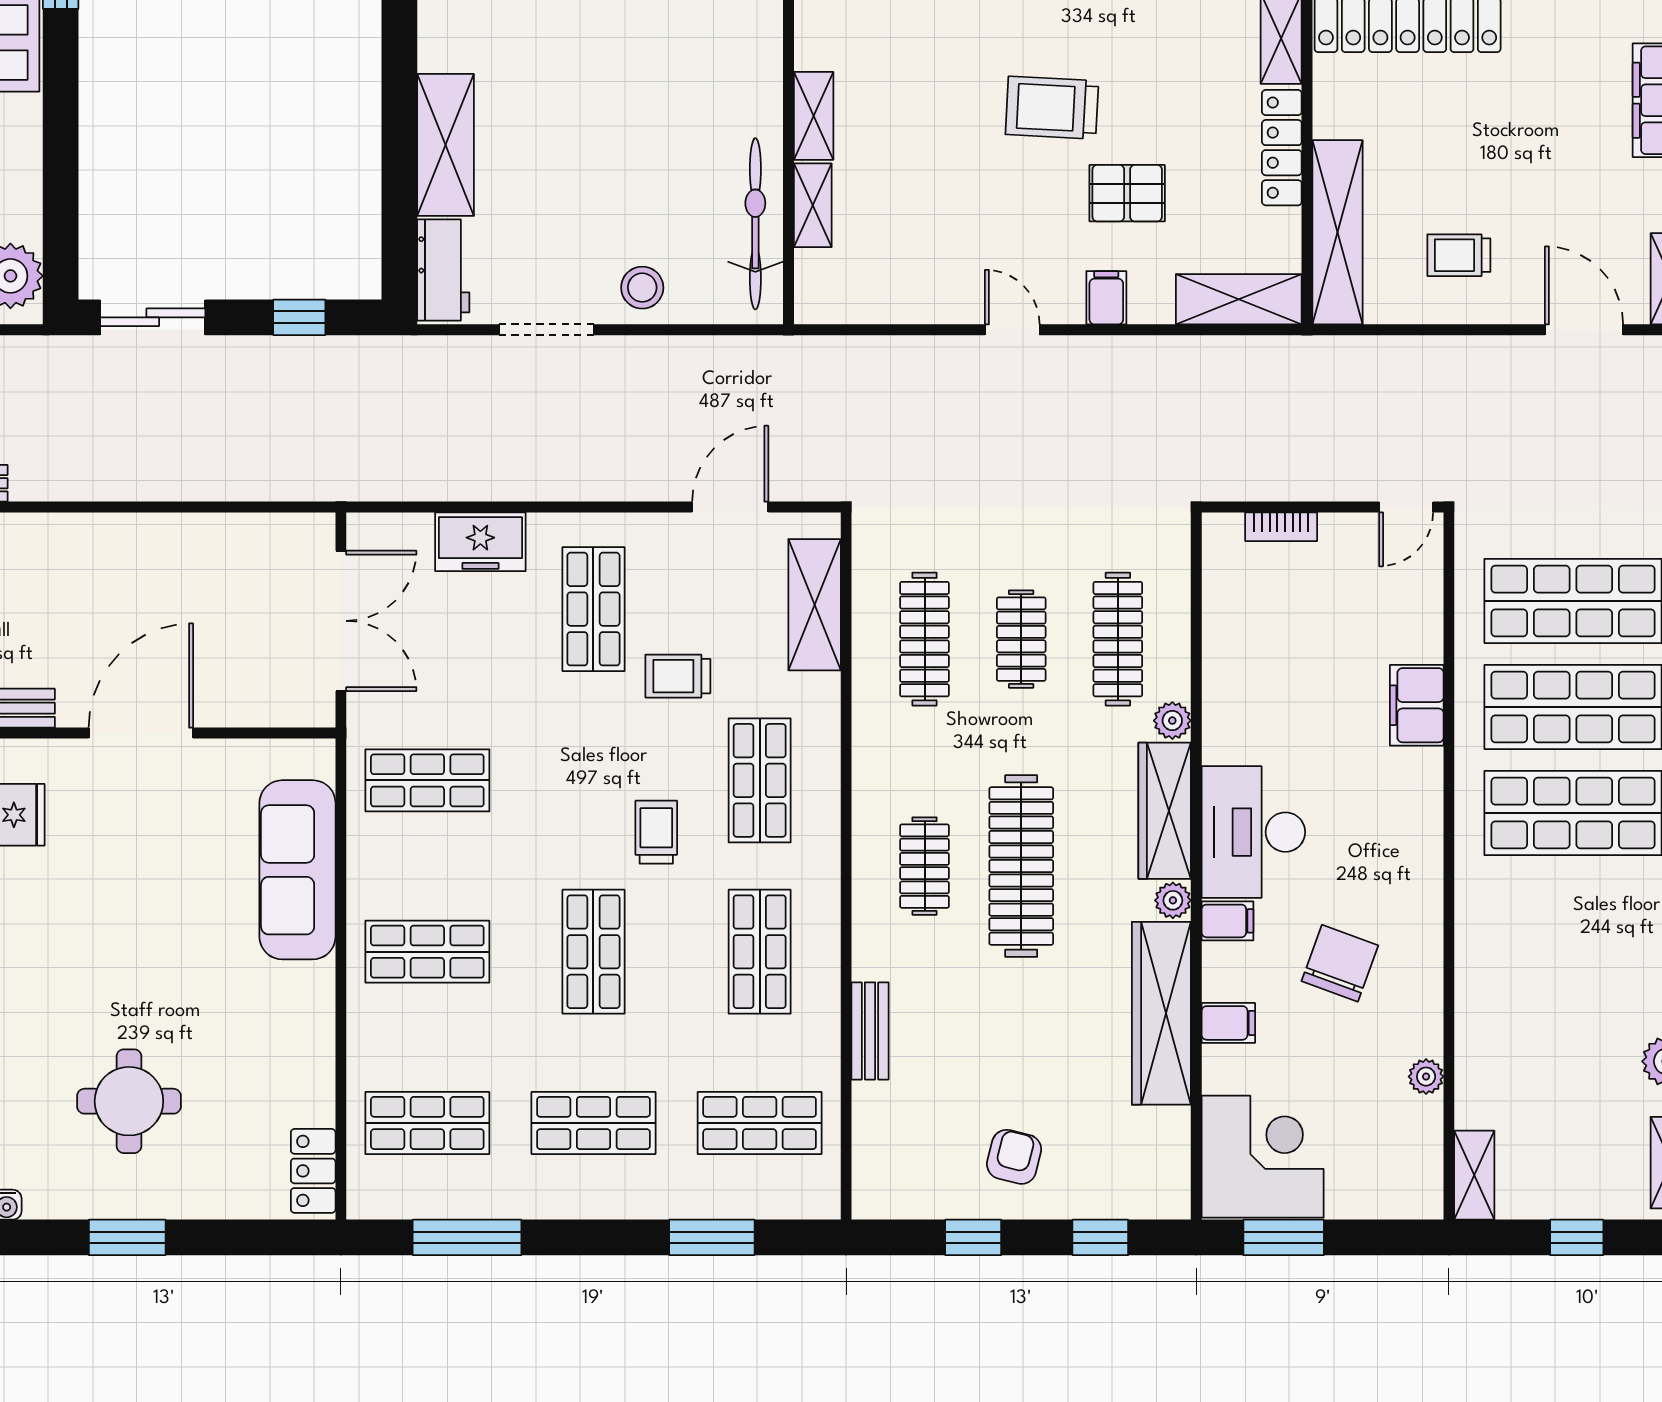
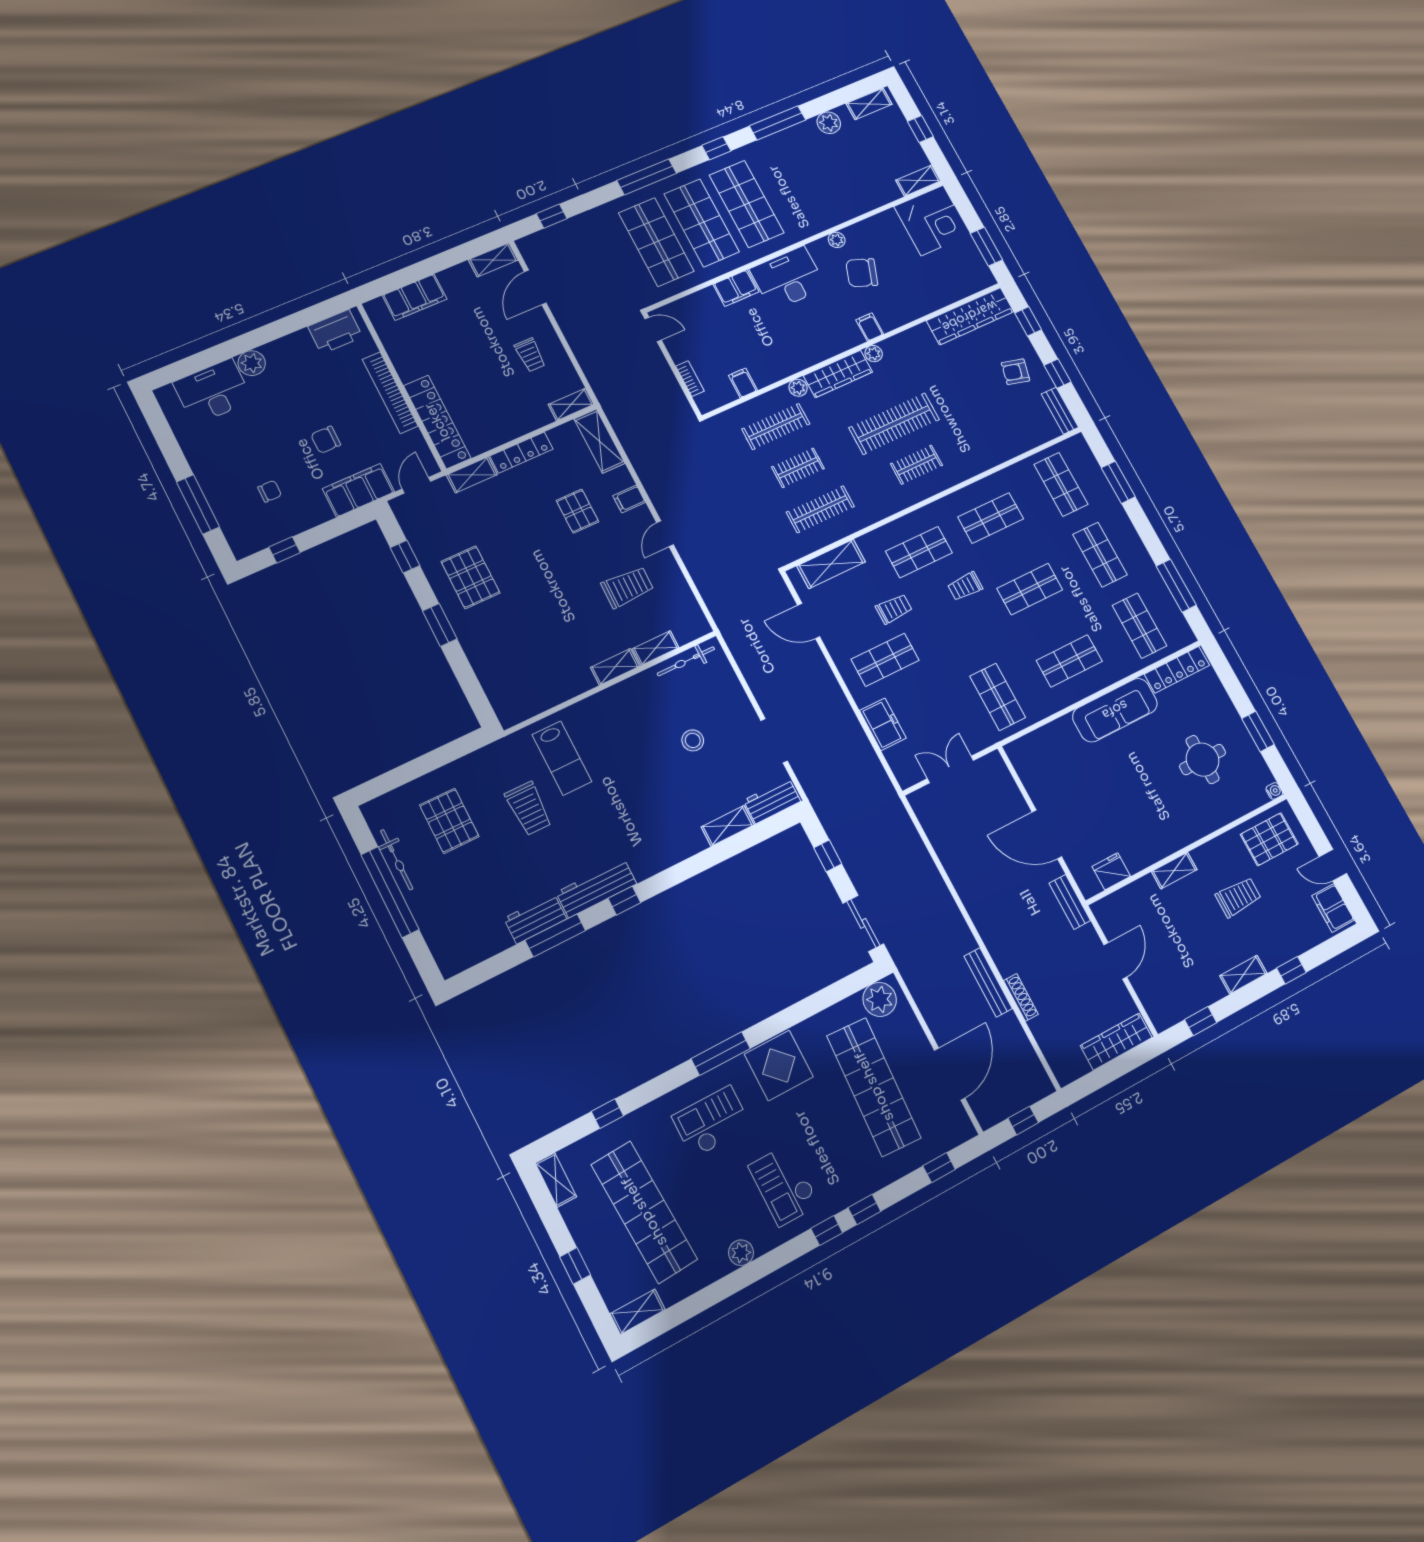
trolley: (1052, 108) -> (627, 587), moved, turned -92
shelving: (445, 145) -> (728, 826), width x0.67, depth x0.75
bicycle: (755, 224) -> (686, 661), width x0.73, depth x0.71
shelving: (1338, 232) -> (571, 404), width x0.45, depth x0.75
stool: (642, 288) -> (693, 740), moved
double door: (341, 621) -> (950, 769), width x0.73
trolley: (678, 676) -> (894, 609), turned -90
desk: (1253, 832) -> (788, 278), moved, turned 180
sofa: (297, 870) -> (1115, 710), moved
shop shelf: (427, 952) -> (1069, 661), turned 90
wardrobe: (1161, 1013) -> (970, 316), moved
filing cabinet: (1228, 1023) -> (743, 383), moved
bench: (870, 1031) -> (1060, 411), moved, turned 90
plant: (1426, 1077) -> (837, 240), moved
corner desk: (1263, 1157) -> (932, 220), moved, turned 180
locker: (313, 1171) -> (1177, 670), width x1.53

